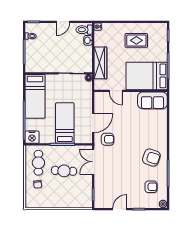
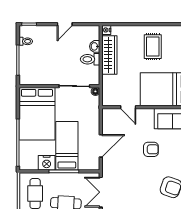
toilet: (84, 30) -> (90, 59), moved
rug: (136, 40) -> (153, 47), turned 90
wardrobe: (100, 63) -> (109, 55), moved
bed: (35, 96) -> (37, 114), width x1.50
nightstand: (32, 137) -> (47, 163), moved
armchair: (108, 139) -> (151, 149), moved

